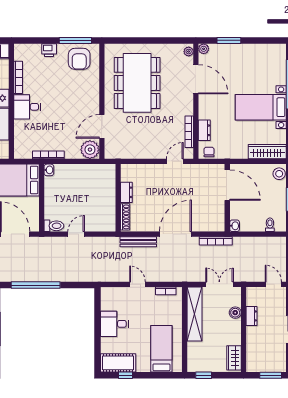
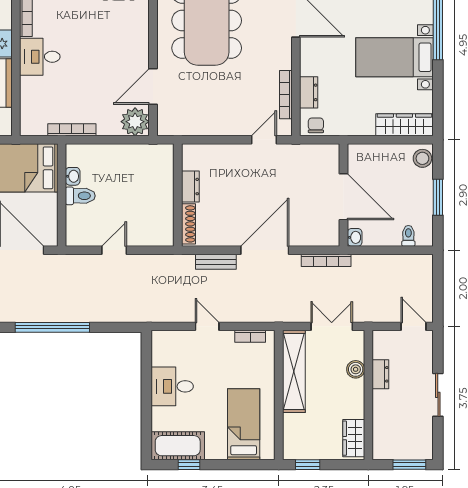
washbasin: (49, 170) -> (73, 176), moved
door: (227, 185) -> (344, 197), moved
toilet: (54, 226) -> (80, 196), moved
bench: (138, 242) -> (216, 262), width x0.73

